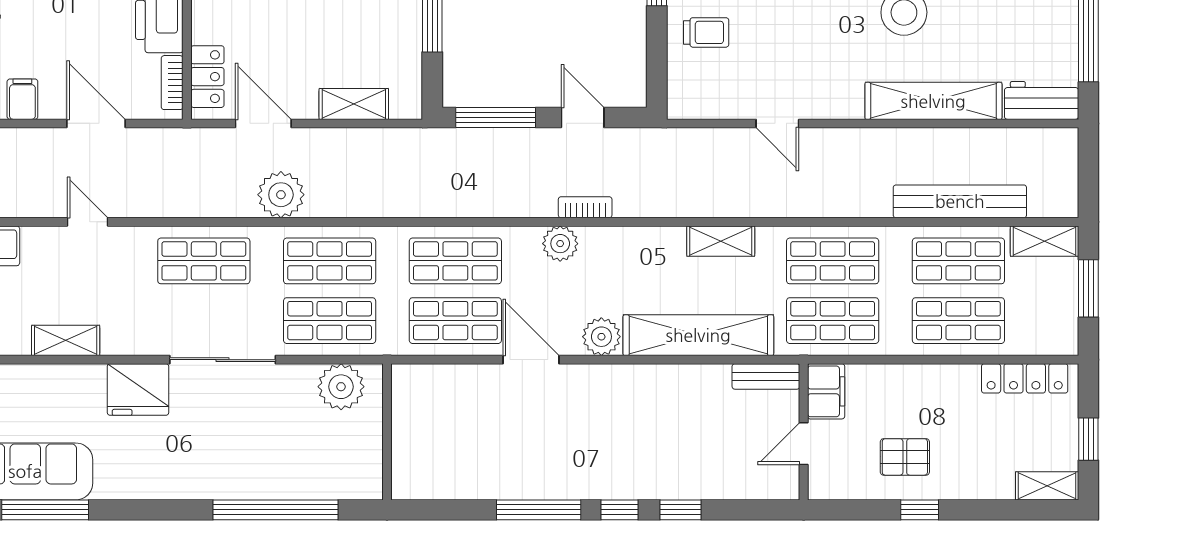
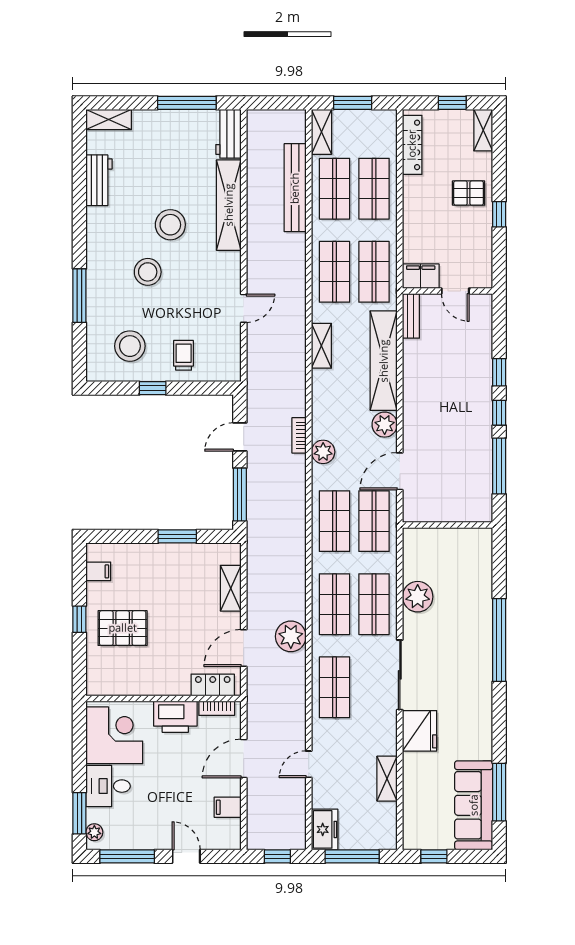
wall: (387, 432) -> (447, 525), moved
pallet: (905, 457) -> (469, 193), moved, turned 90

